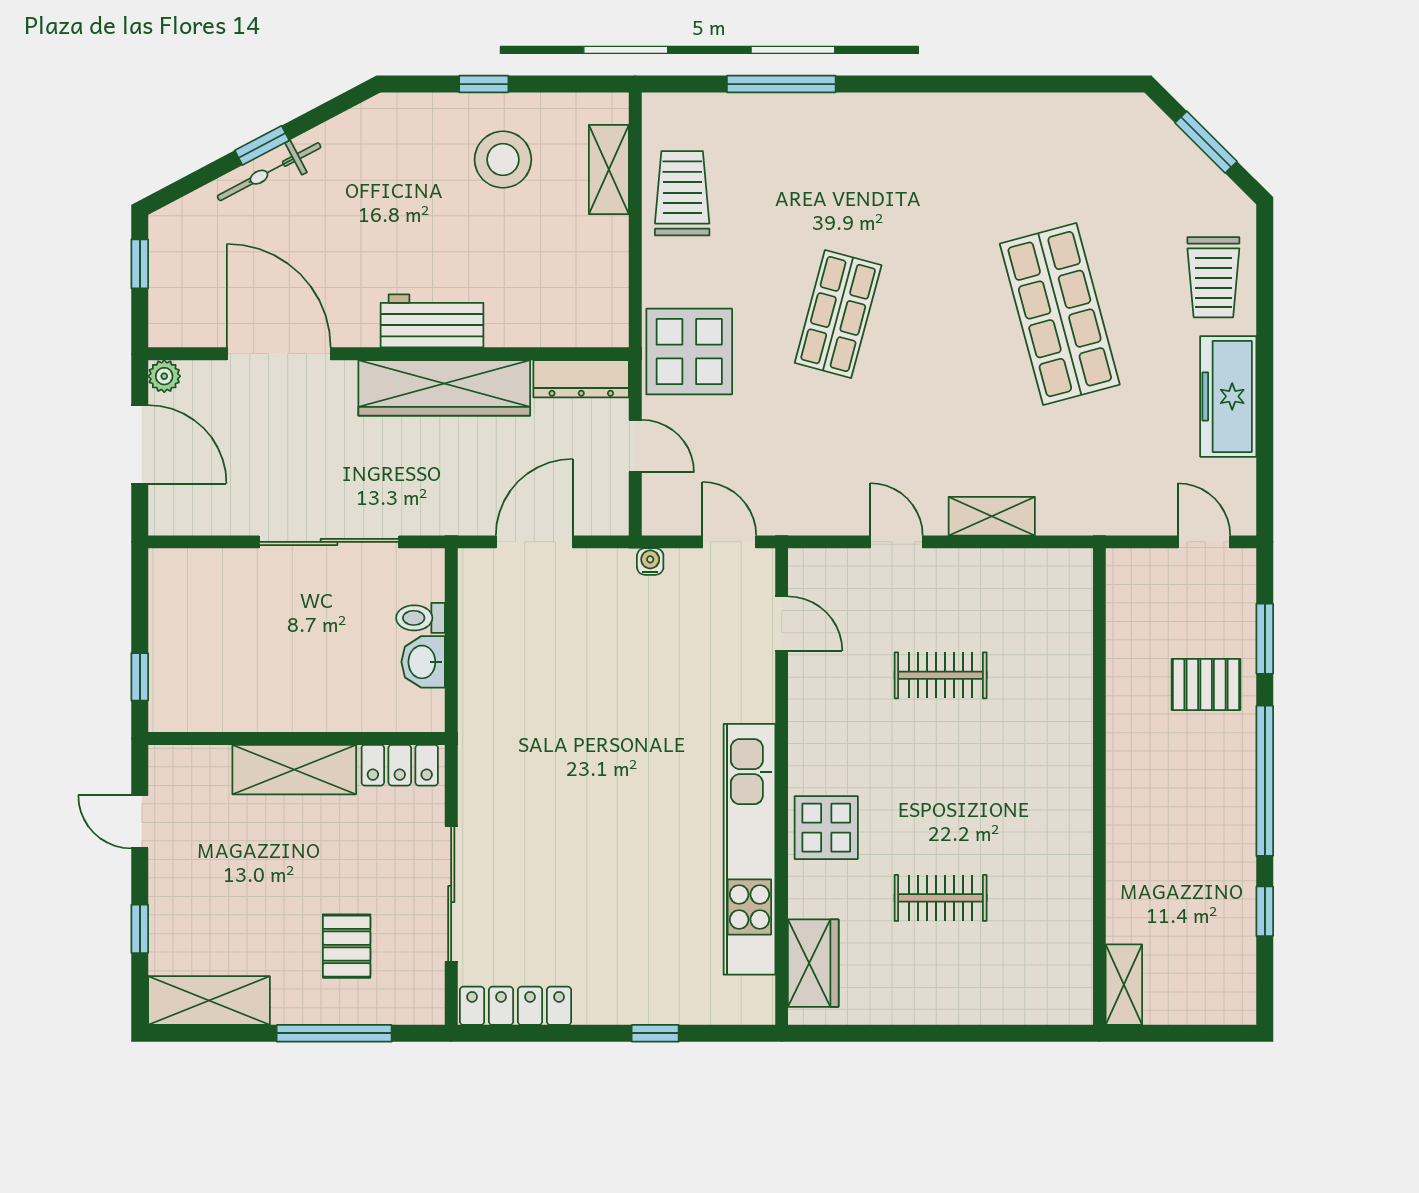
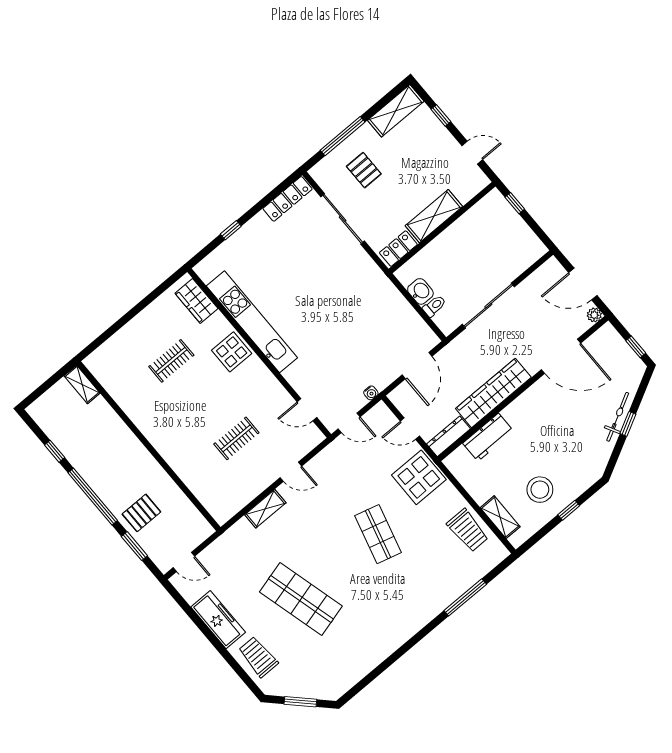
workbench: (432, 321) -> (488, 437), moved

